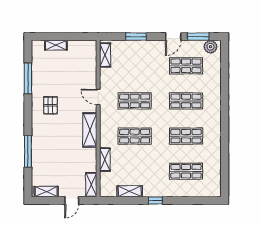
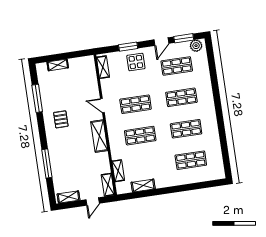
display table: (142, 55) -> (136, 62), added
shelving: (105, 160) -> (118, 171), moved
window: (155, 200) -> (167, 190), removed

